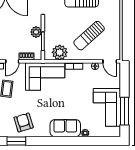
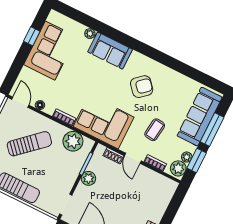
door: (12, 61) -> (133, 158), swing flipped
window: (125, 111) -> (32, 36), width x0.46
armchair: (24, 122) -> (142, 87), moved, turned -114
window: (16, 141) -> (174, 64), removed

